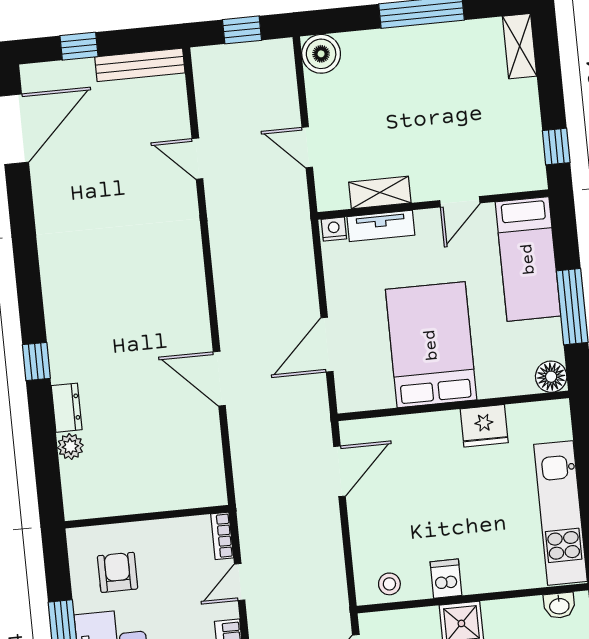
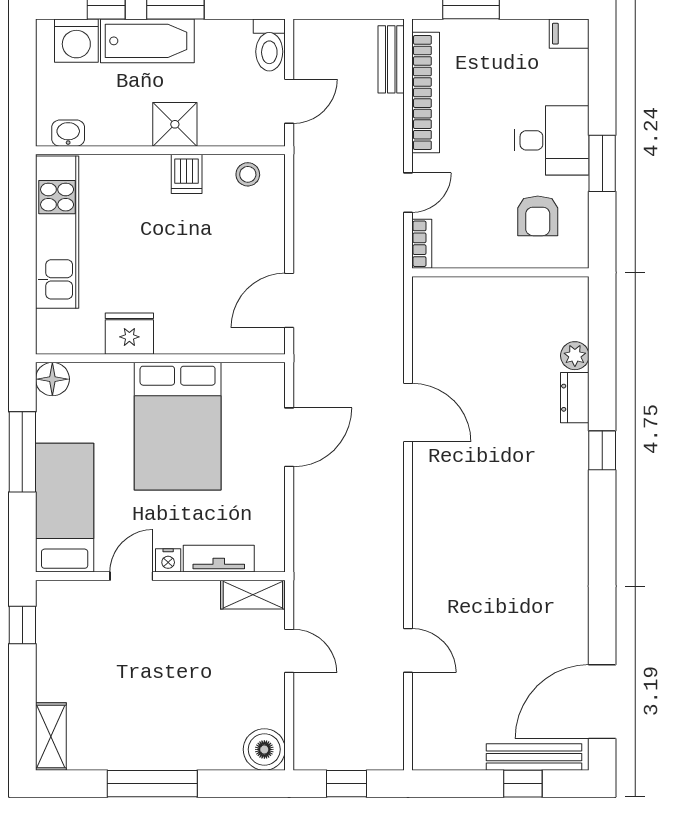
bench: (140, 65) -> (534, 757), moved
shelving: (380, 192) -> (253, 595), moved
nightstand: (334, 229) -> (168, 560), moved

